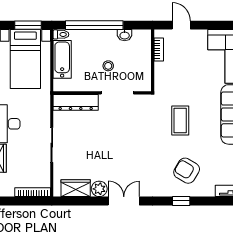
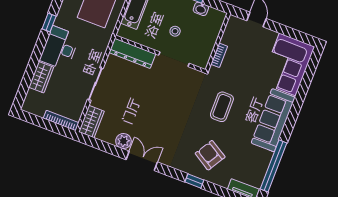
bookcase: (159, 49) -> (219, 55), moved
wardrobe: (76, 188) -> (91, 122), moved, turned 90

